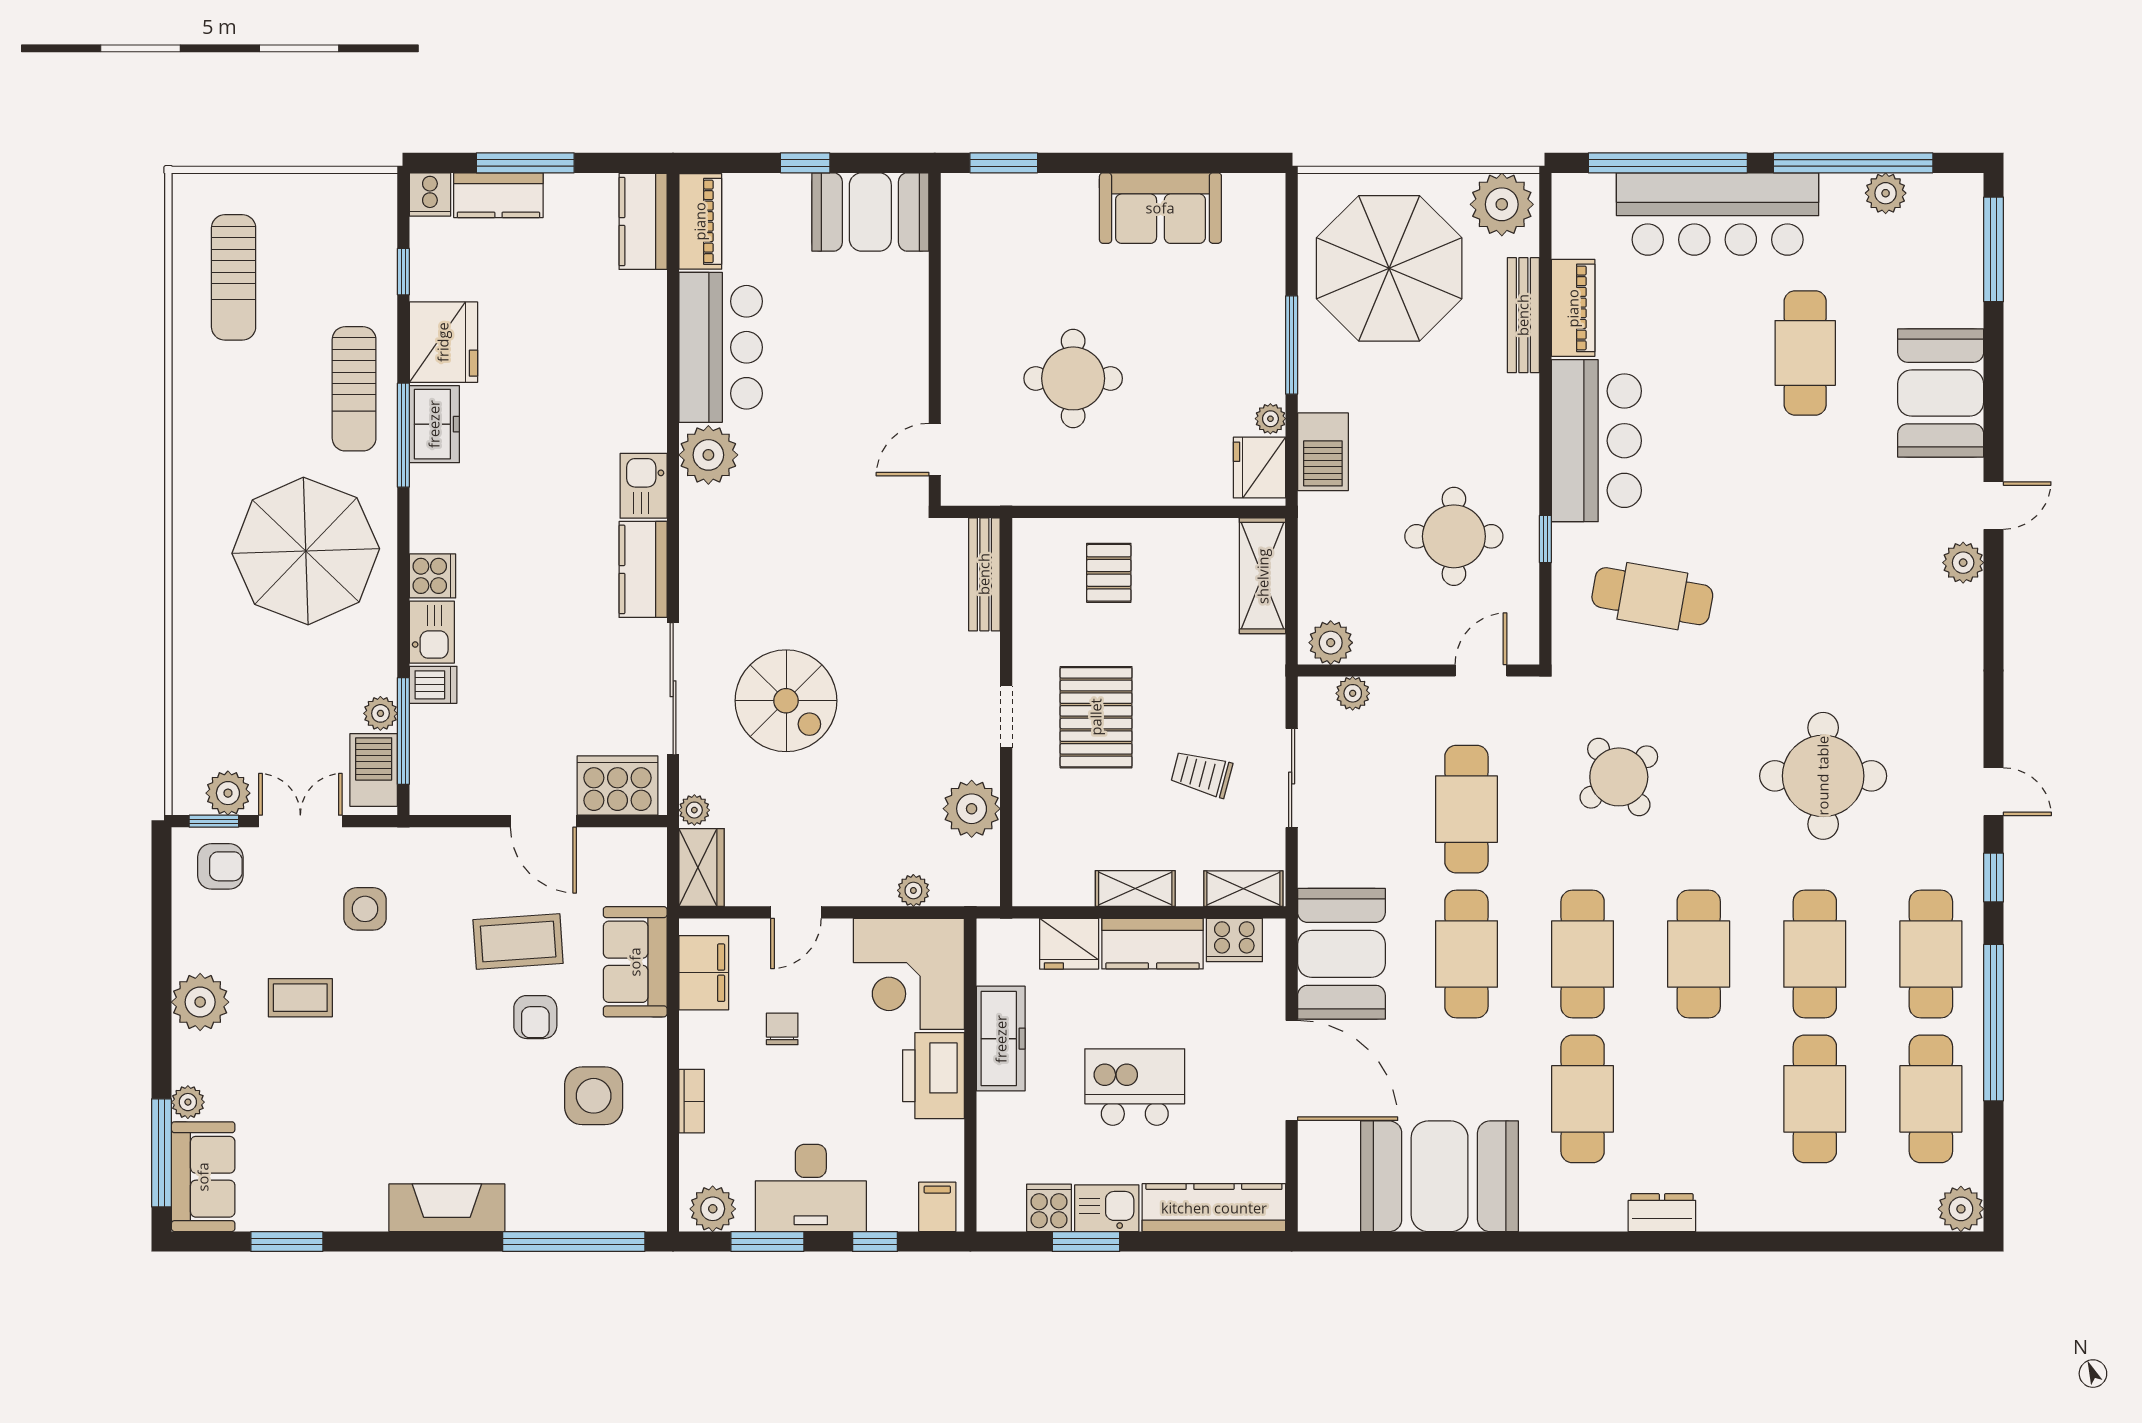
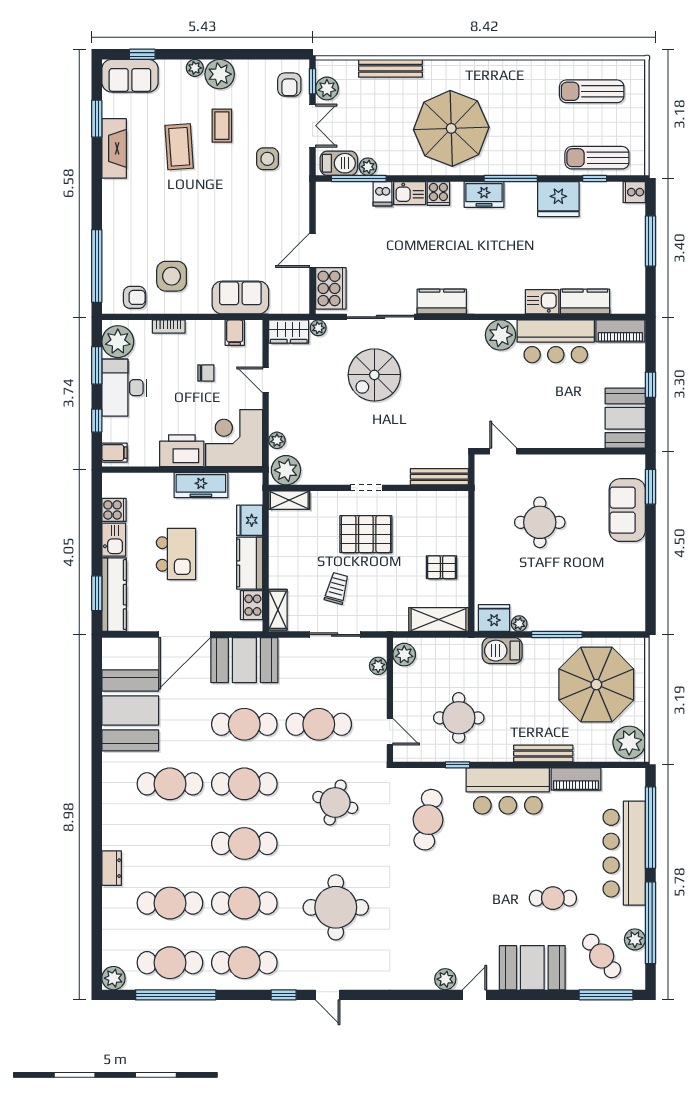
kitchen counter: (498, 195) -> (634, 227), removed
sofa: (1160, 208) -> (627, 510), moved
kitchen counter: (643, 221) -> (585, 302), moved
cafe table: (1918, 258) -> (602, 956), added
bench: (1523, 315) -> (543, 753), moved
cafe table: (1805, 353) -> (553, 898), width x0.73, depth x0.74
sun lounger: (354, 389) -> (597, 158), moved
freezer: (434, 424) -> (484, 194), moved
kitchen sink: (644, 486) -> (542, 302), moved
door: (1994, 506) -> (475, 995), swing flipped
pallet: (1109, 573) -> (441, 567), moved
bench: (189, 669) -> (390, 68), added
round table: (1619, 777) -> (335, 802), turned -36
door: (1994, 792) -> (328, 995), hinge flipped
plant: (972, 809) -> (286, 470), moved
shelving: (1135, 888) -> (289, 500), moved, turned 90
coffee table: (518, 941) -> (179, 147), moved
filing cabinet: (704, 973) -> (235, 333), width x0.50
armchair: (535, 1017) -> (134, 297), moved, turned 180
window: (1994, 1023) -> (176, 995), moved
plant: (188, 1102) -> (195, 68), moved
window: (161, 1153) -> (142, 54), width x0.46
fireplace: (447, 1208) -> (114, 148), moved
plant: (713, 1209) -> (118, 342), width x1.36, depth x1.36
dresser: (1662, 1213) -> (112, 868), moved
window: (1086, 1242) -> (97, 593), moved

